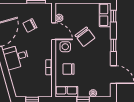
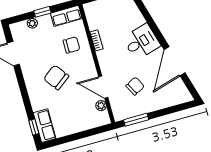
chair: (85, 37) -> (56, 77), moved
window: (113, 45) -> (24, 90), removed
side table: (65, 47) -> (83, 72), removed

